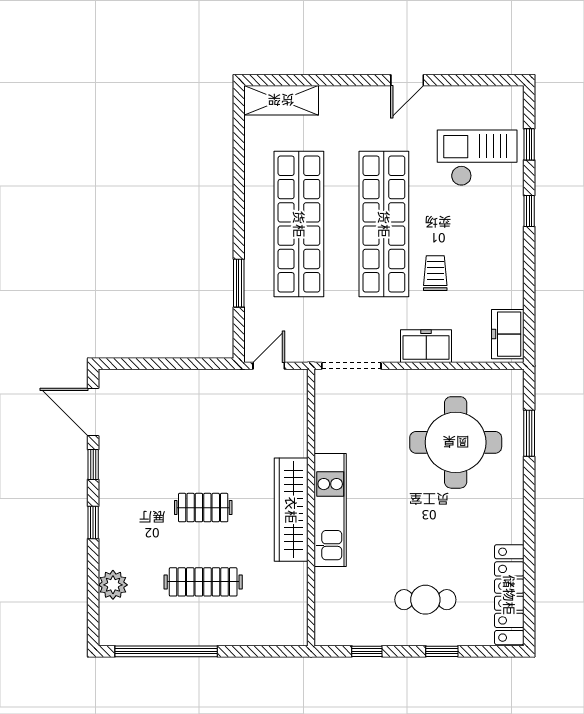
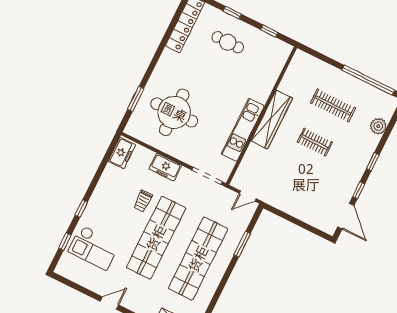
kitchen unit: (330, 510) -> (243, 130), moved

